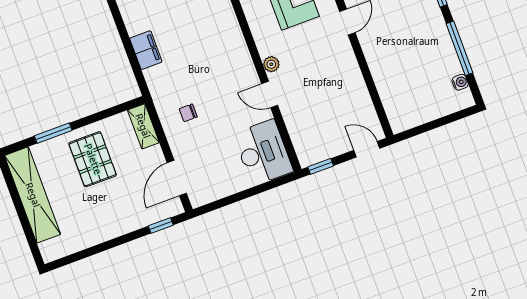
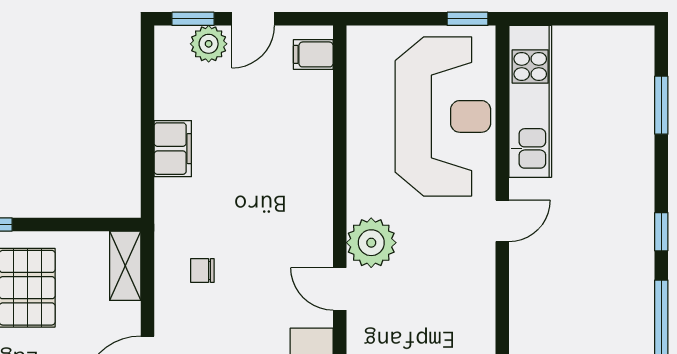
plant: (271, 64) -> (371, 243), width x1.87, depth x1.87

